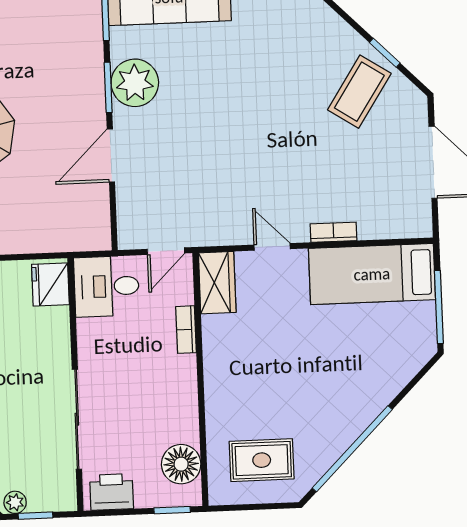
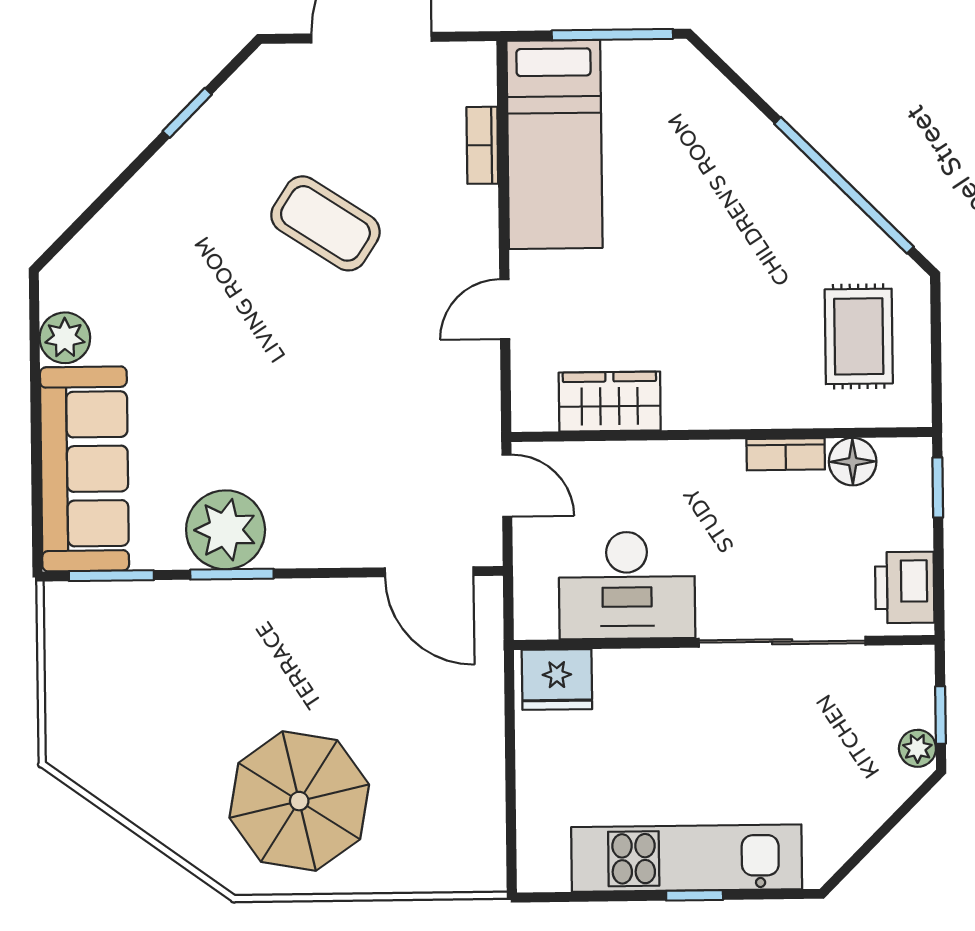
coffee table: (359, 92) -> (325, 223), moved
door: (111, 155) -> (429, 572), moved
bookcase: (334, 232) -> (482, 145), moved
wardrobe: (217, 283) -> (610, 401), moved
desk: (107, 286) -> (627, 585), moved, width x1.37
bookcase: (186, 330) -> (786, 454), moved
floor lamp: (181, 464) -> (853, 462), width x0.73, depth x0.73

